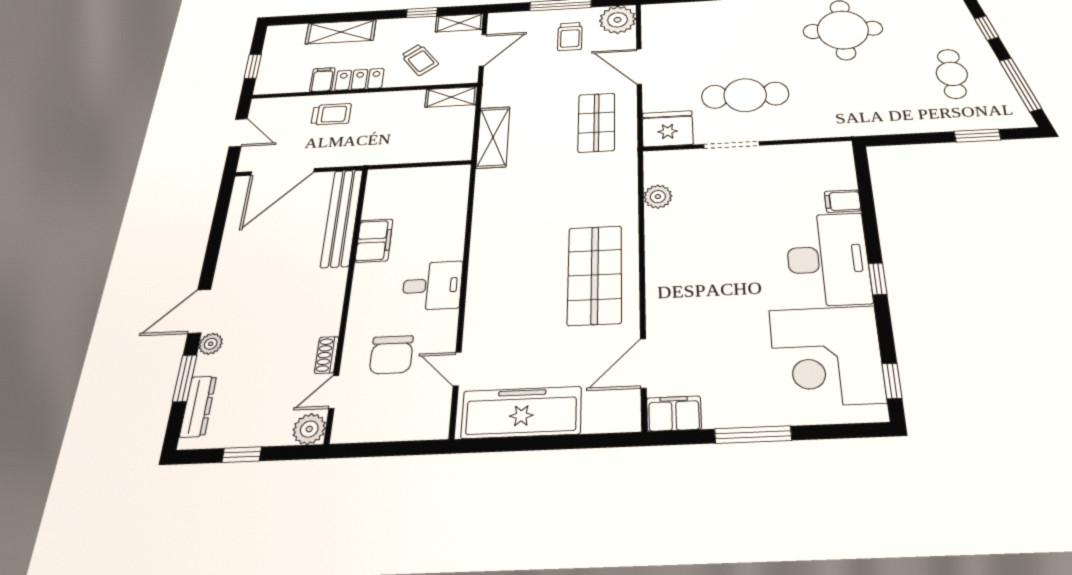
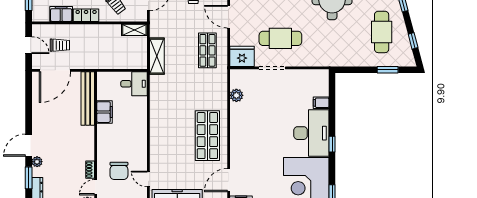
cafe table: (952, 74) -> (382, 32), width x1.37, depth x1.35
filing cabinet: (322, 80) -> (61, 14), width x2.00
window: (1020, 85) -> (413, 41), width x0.46
trolley: (331, 114) -> (60, 45), moved
desk: (432, 286) -> (134, 84), moved

